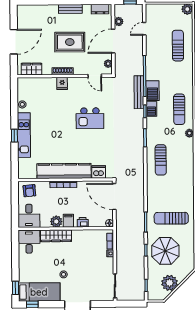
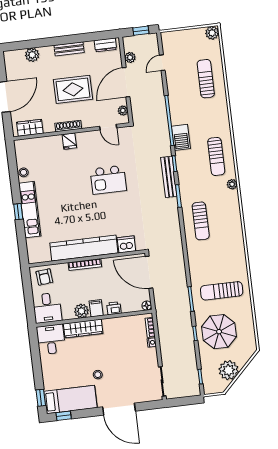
plant: (40, 10) -> (32, 55), added
bench: (139, 92) -> (169, 177), moved
barbecue: (151, 109) -> (182, 160), removed

